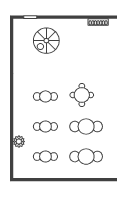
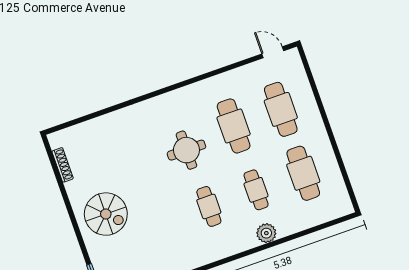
spiral stairs: (46, 41) -> (106, 214), moved
plant: (19, 142) -> (266, 233), moved
cafe table: (45, 157) -> (303, 173), width x1.37, depth x1.35

